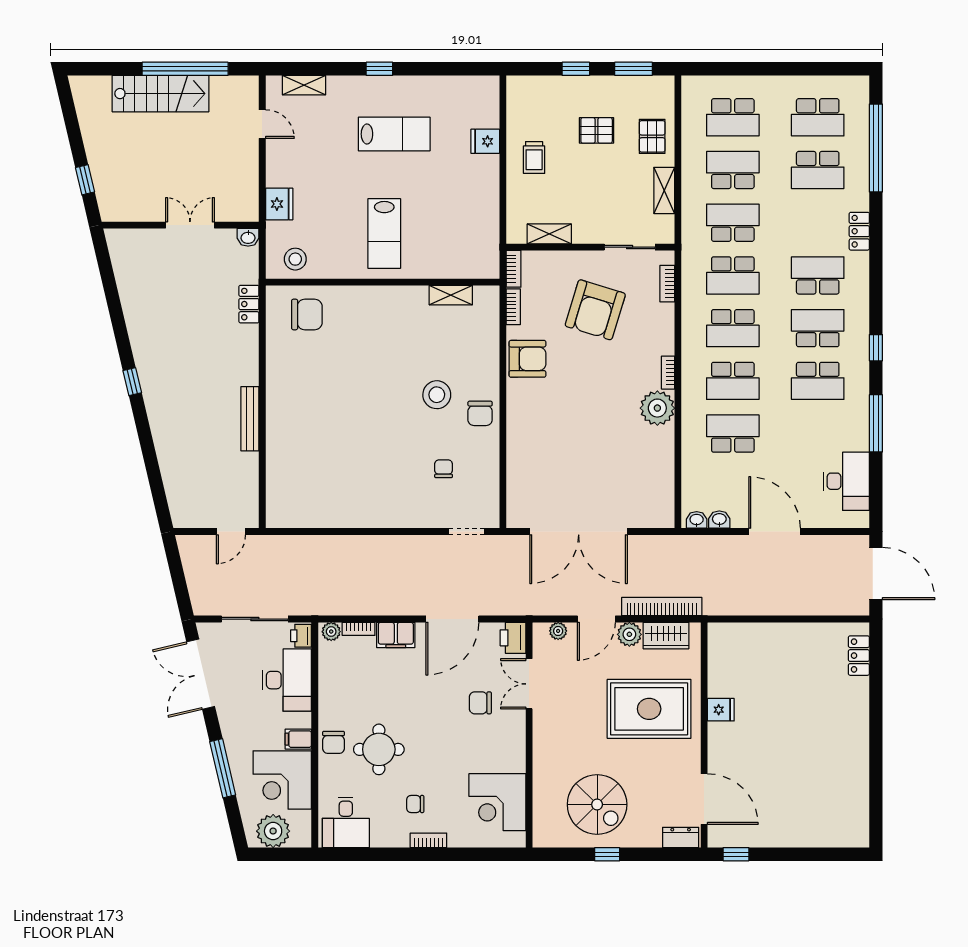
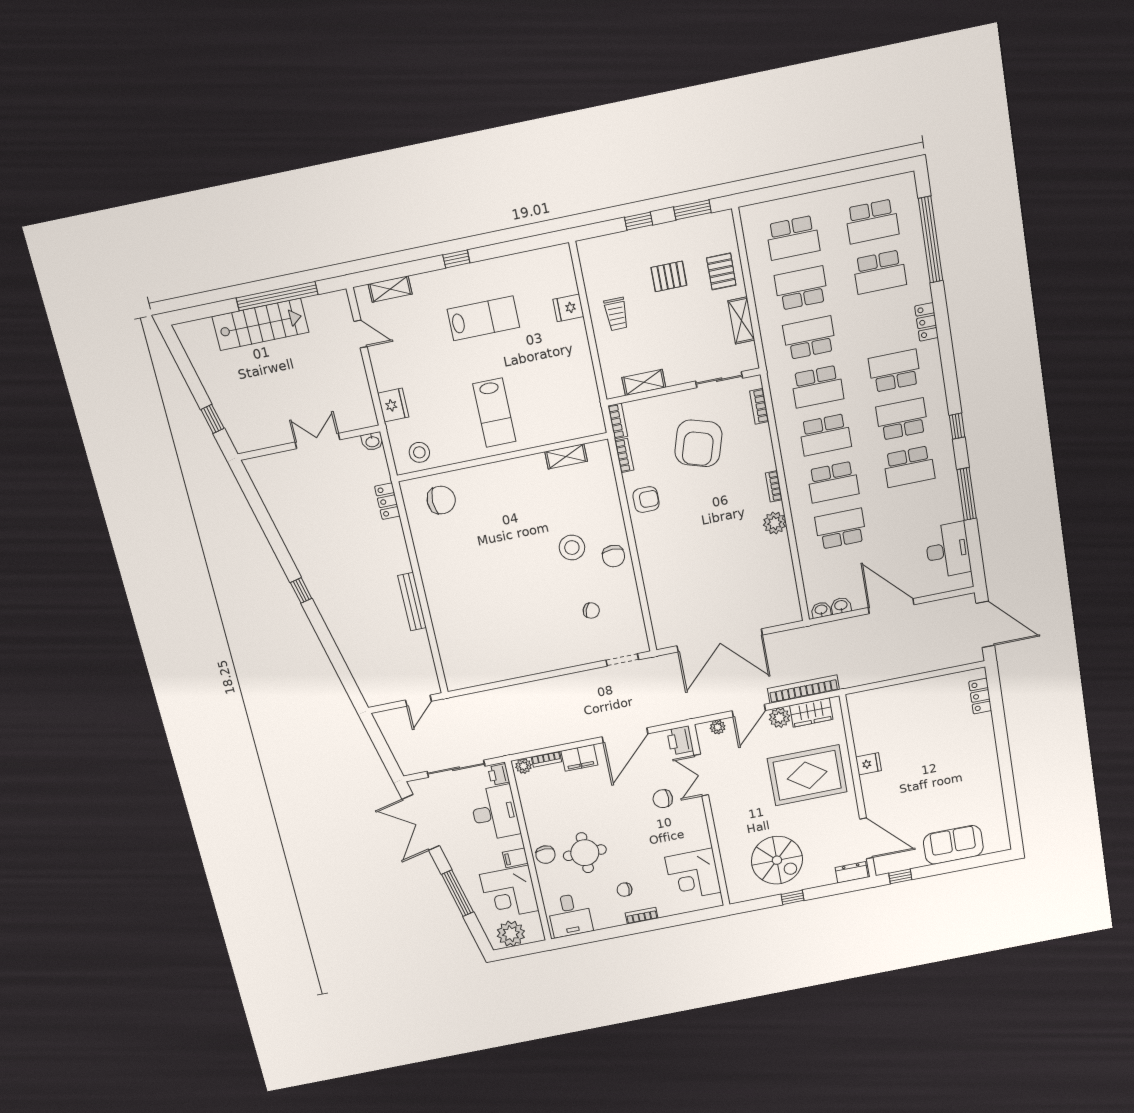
armchair: (527, 359) -> (646, 500), width x0.72, depth x0.72
plant: (657, 408) -> (775, 523), width x0.73, depth x0.73
chair: (444, 469) -> (591, 611), turned 111
sofa: (803, 828) -> (953, 845), added

